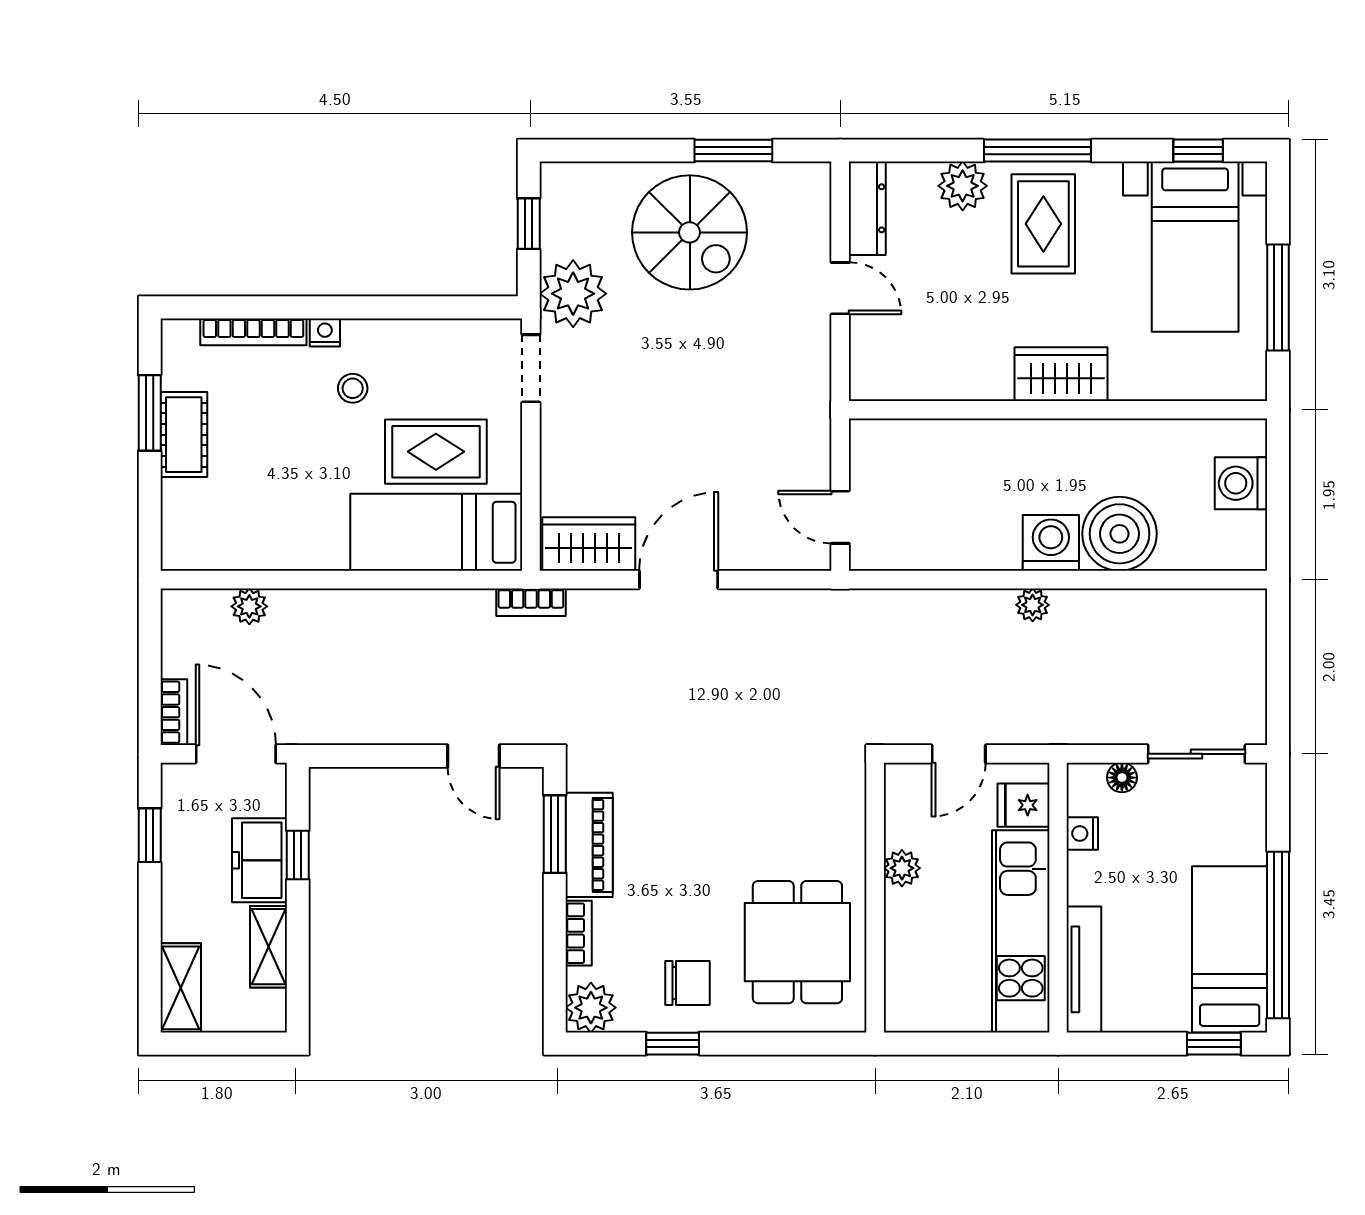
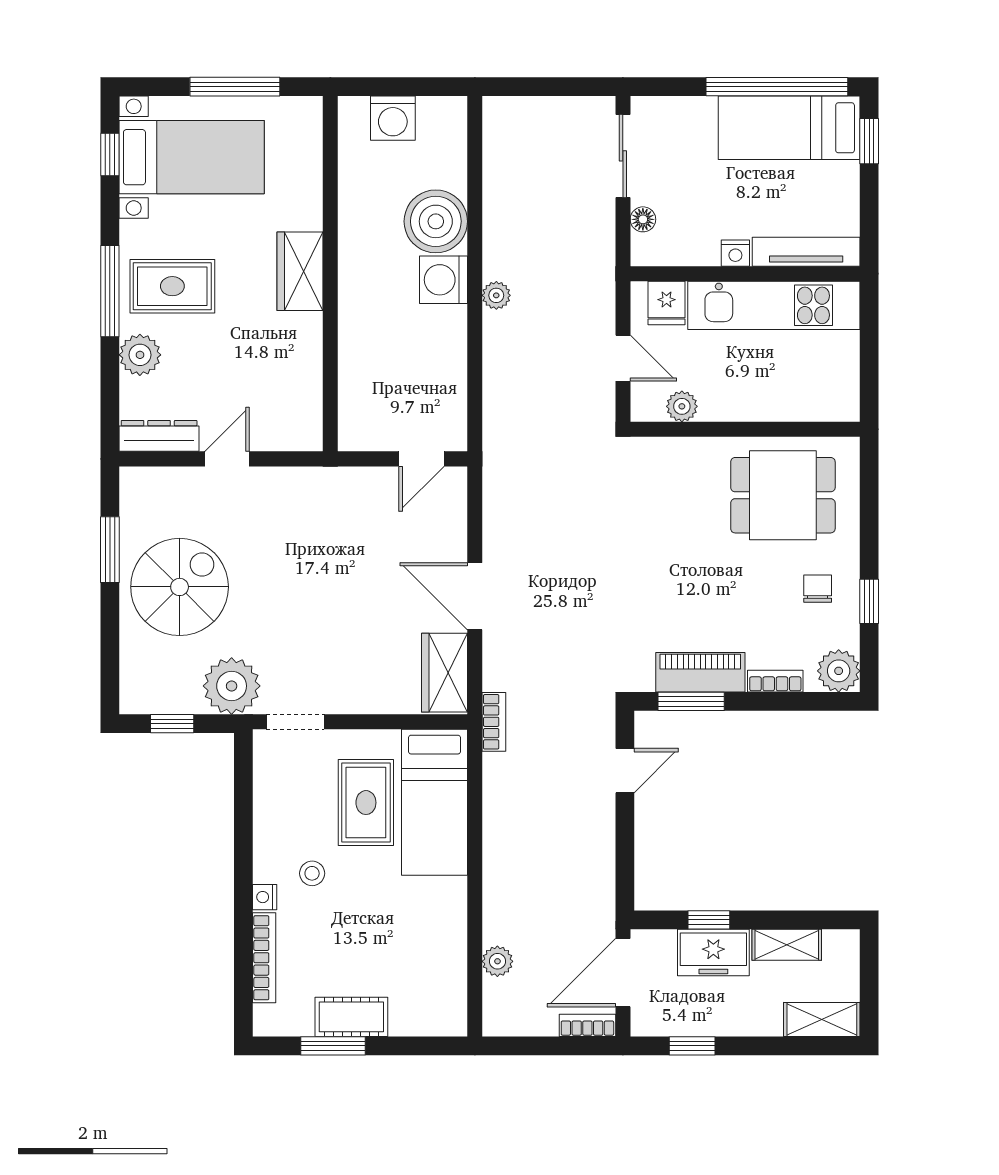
nightstand: (1082, 833) -> (735, 253), moved
plant: (902, 868) -> (682, 406), moved
chair: (688, 983) -> (818, 589), width x0.73, depth x0.73

